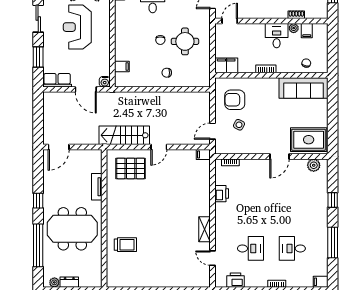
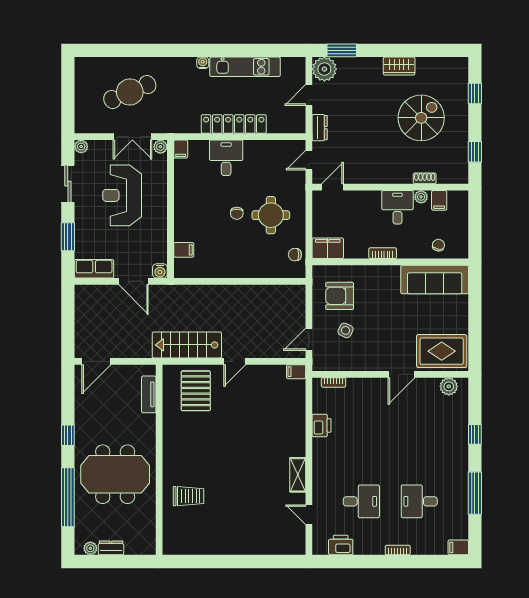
chair: (167, 73) -> (295, 255), moved
pallet: (131, 168) -> (196, 391), turned 90
tv unit: (97, 187) -> (149, 394), moved

